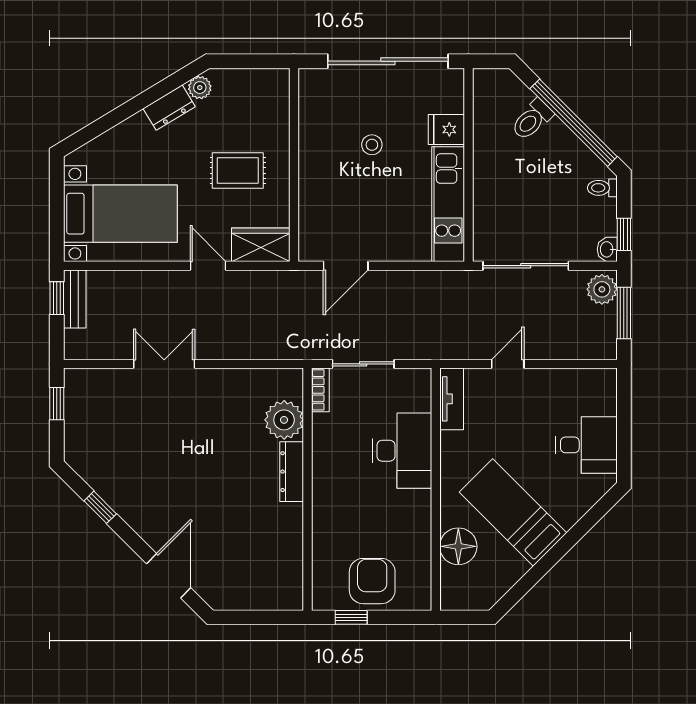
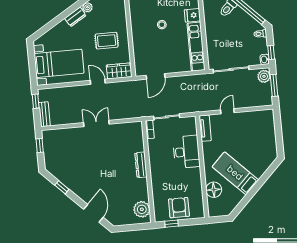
bench: (75, 299) -> (44, 114), moved
double door: (164, 364) -> (96, 123), moved
plant: (284, 420) -> (142, 209), moved
desk: (586, 445) -> (264, 142), removed

